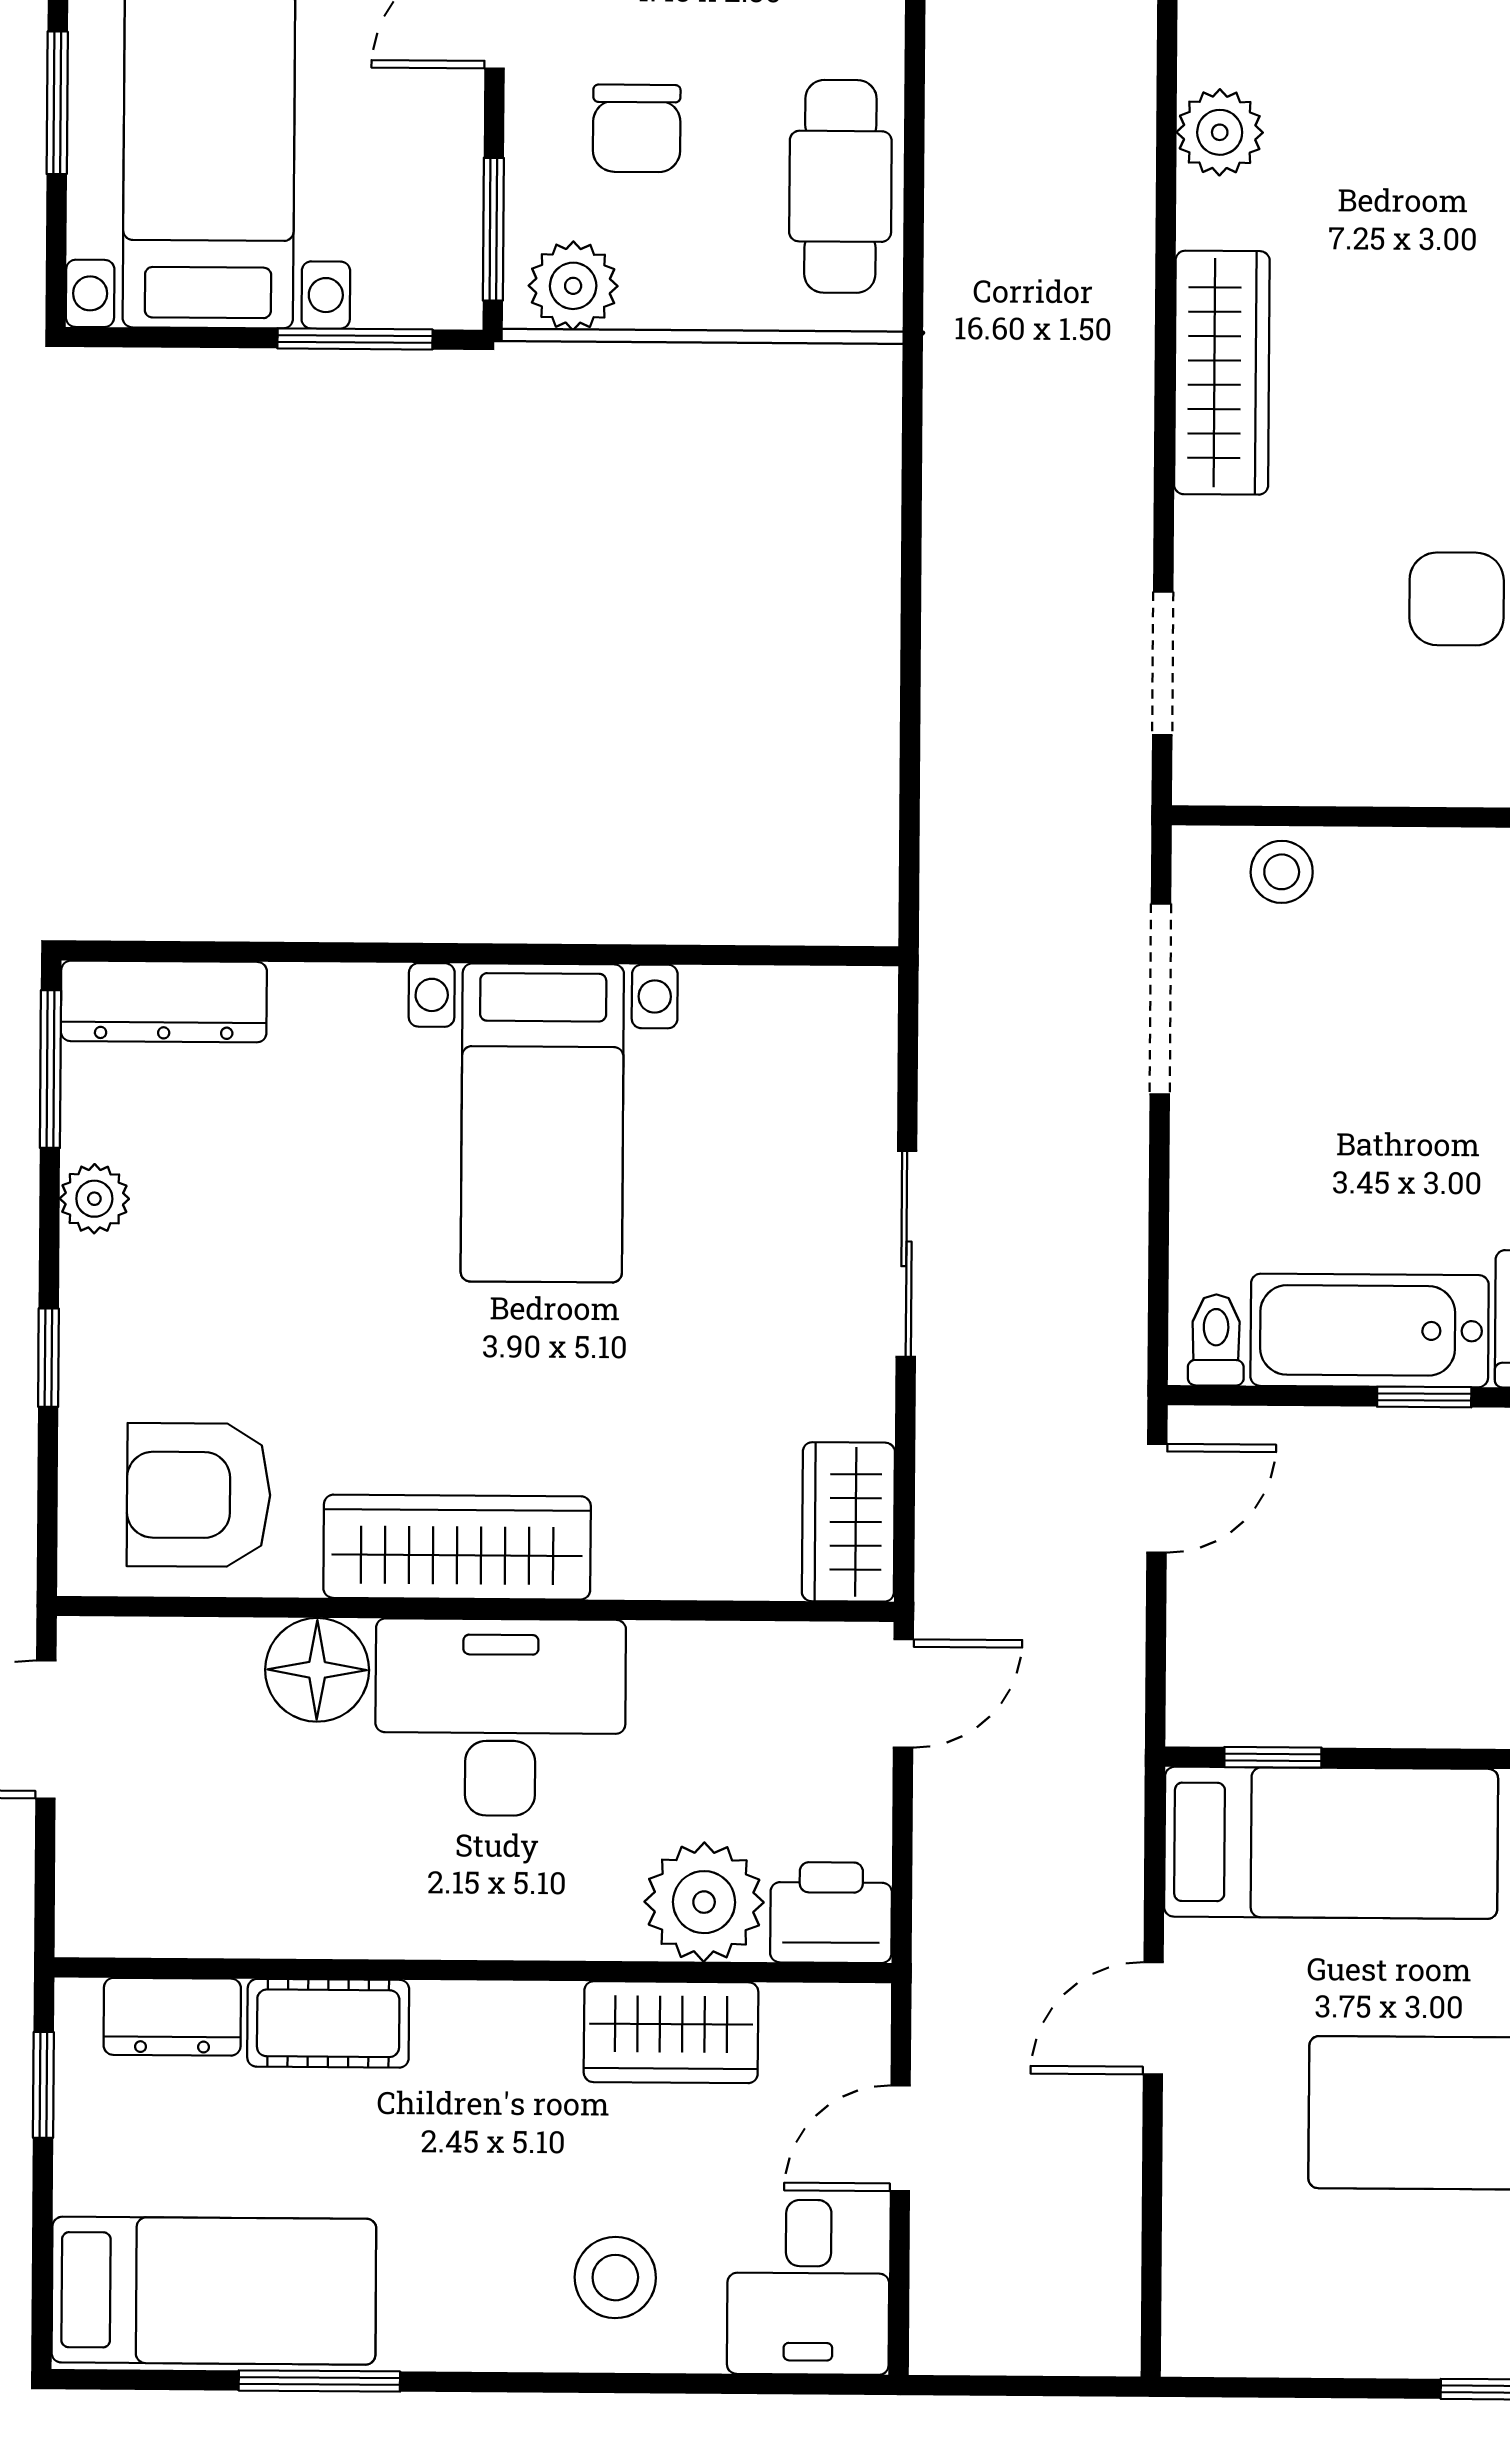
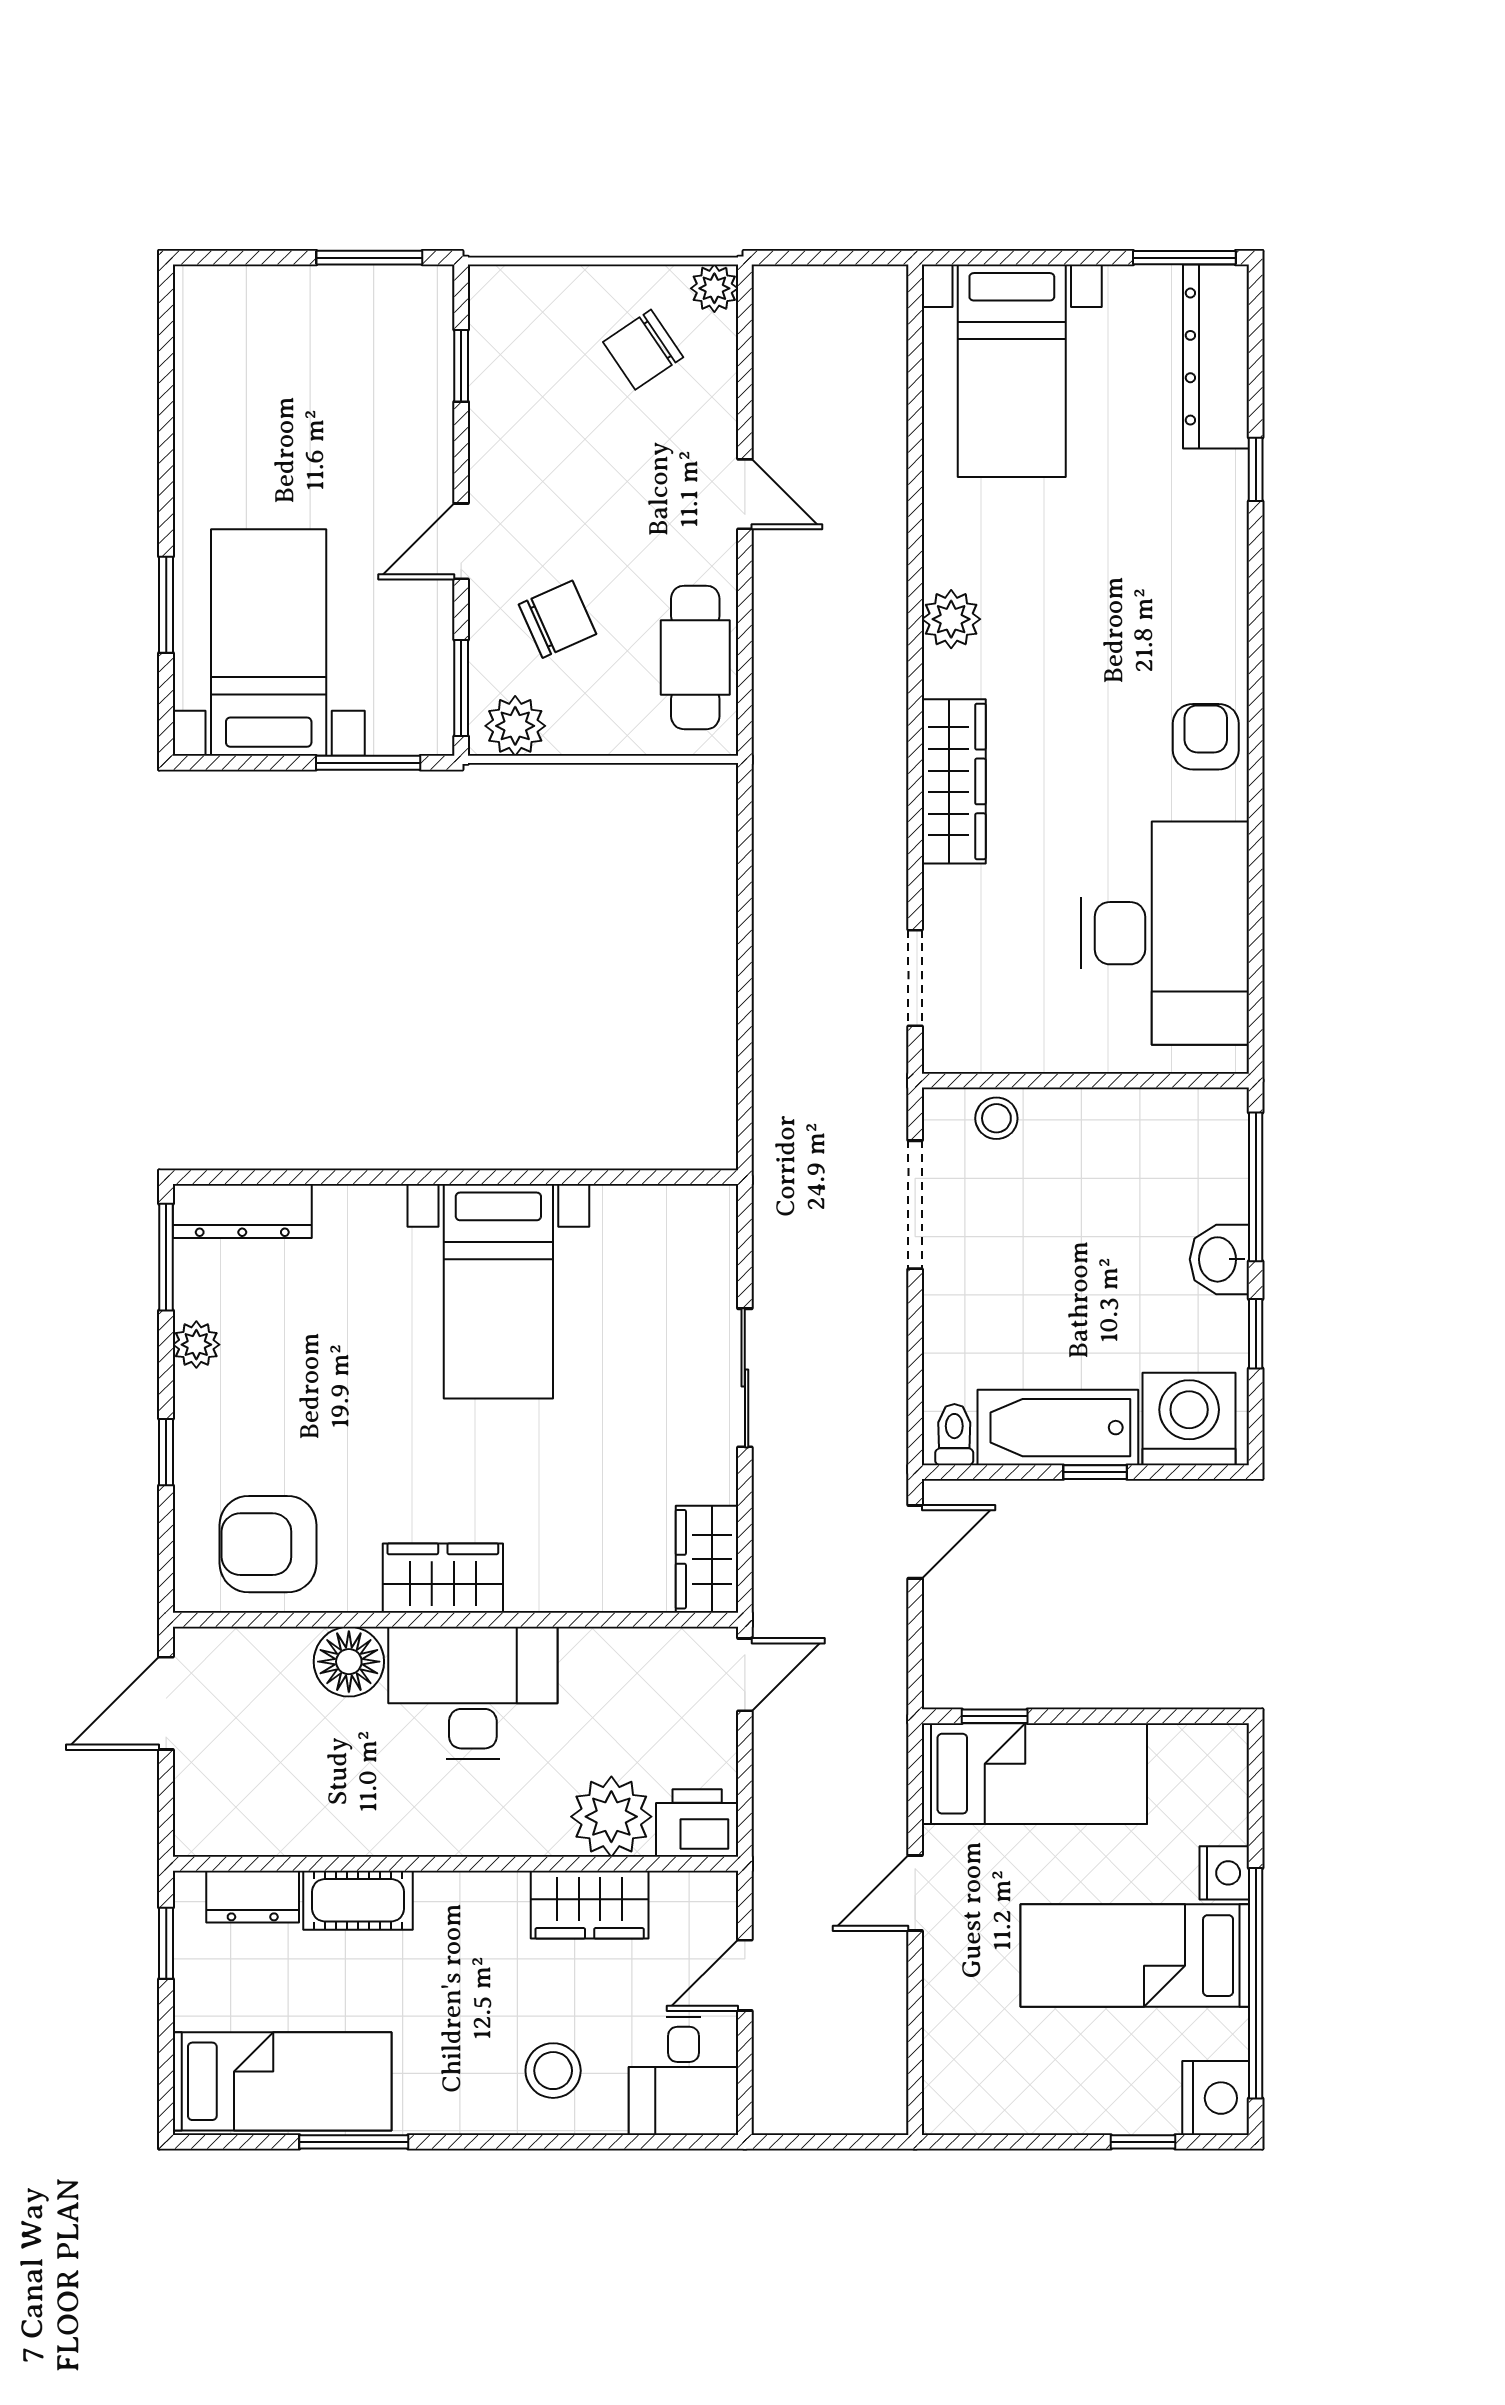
chair: (637, 128) -> (557, 619), turned -114
wardrobe: (457, 1547) -> (443, 1578), width x0.67

